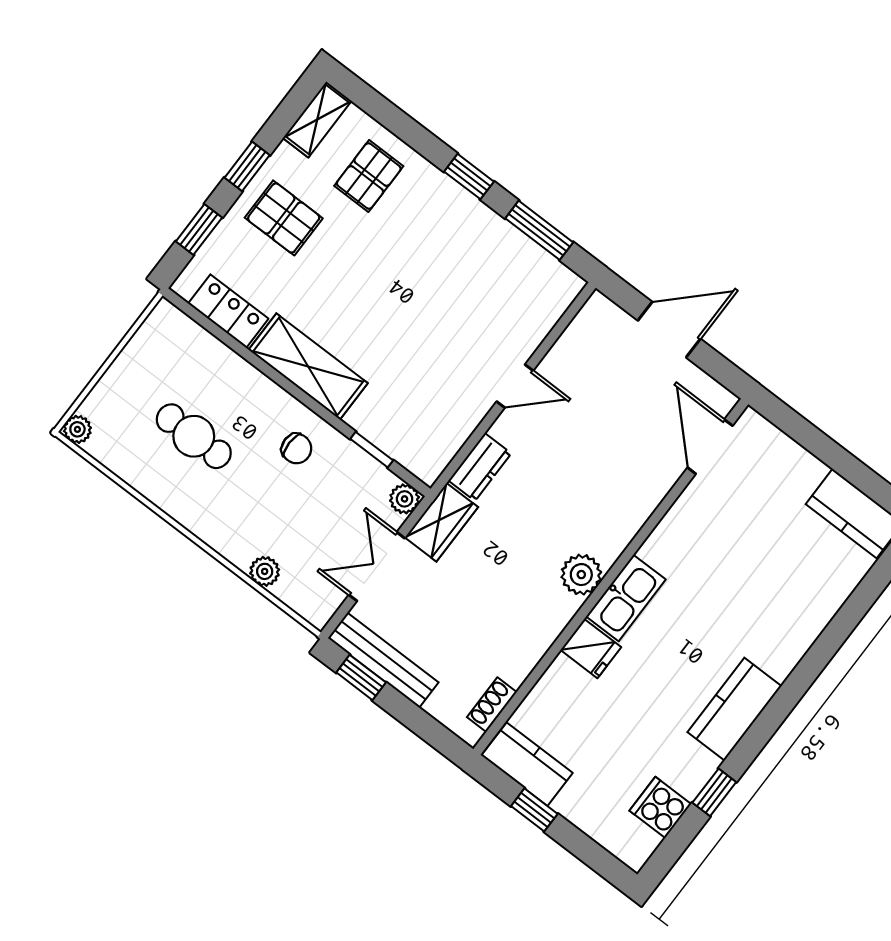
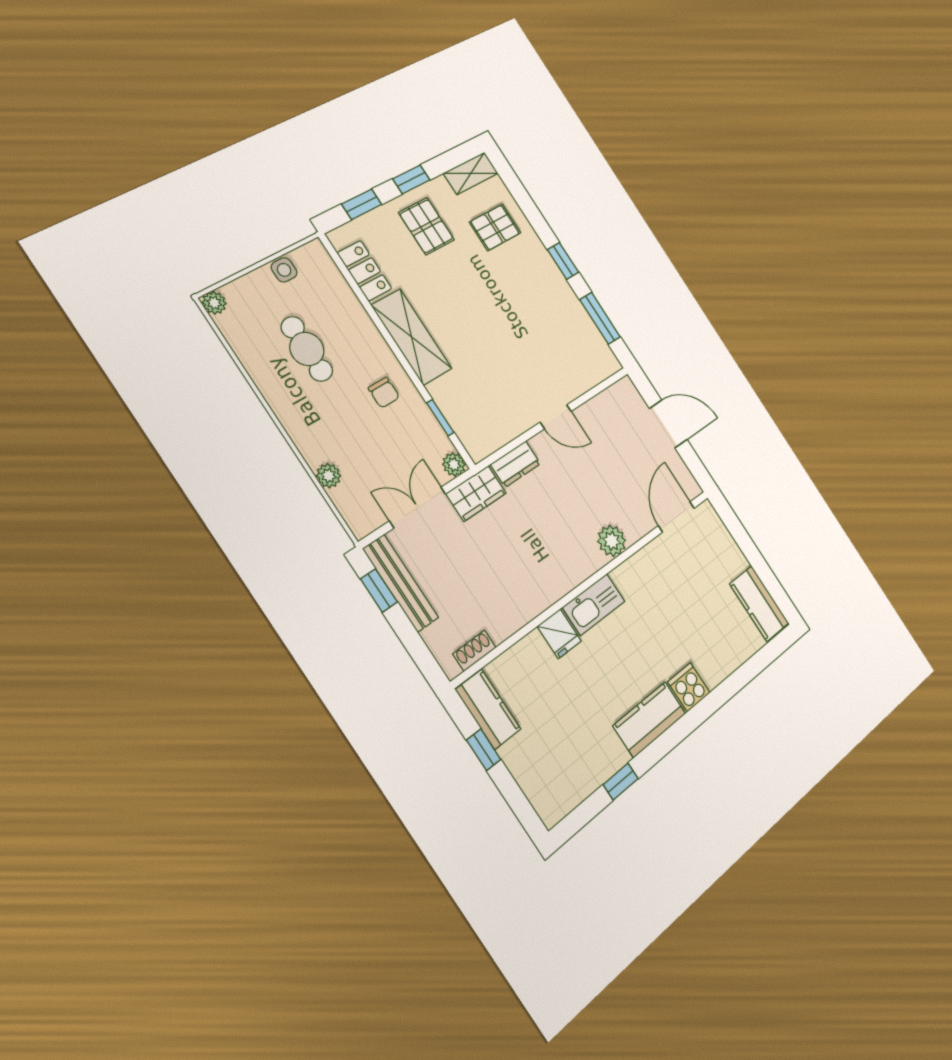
side table: (138, 355) -> (284, 270), added
plant: (581, 575) -> (612, 541), moved
cooker: (660, 807) -> (689, 687), moved

